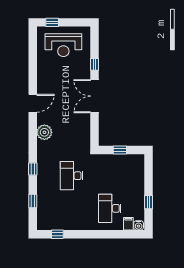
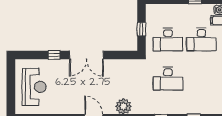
window: (52, 22) -> (11, 98), removed
desk: (110, 176) -> (168, 39), added

